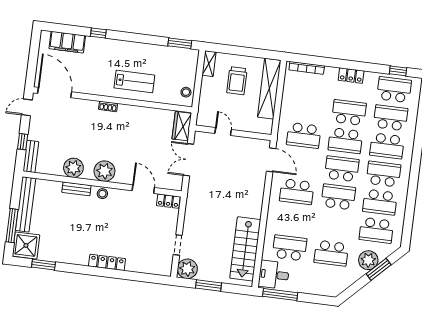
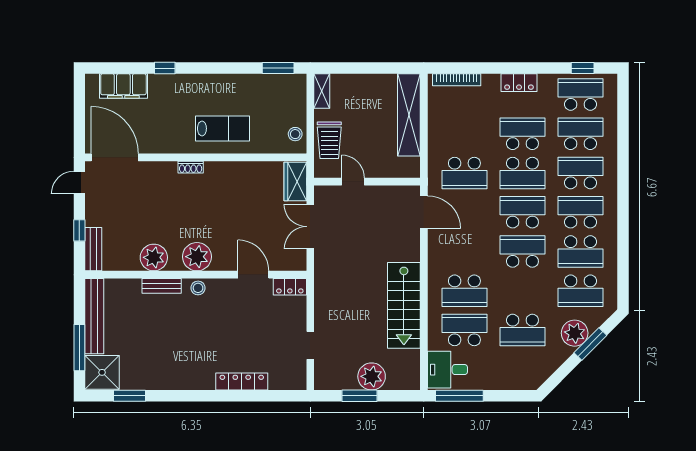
trolley: (237, 81) -> (329, 140), moved
school desk: (387, 146) -> (581, 173), turned 180
school desk: (297, 192) -> (464, 291), moved
stairs: (245, 249) -> (404, 305), moved
locker: (107, 262) -> (242, 382), moved
plant: (187, 269) -> (372, 376), moved

